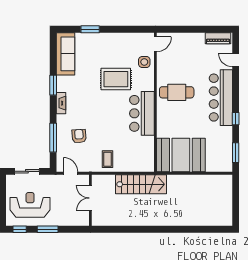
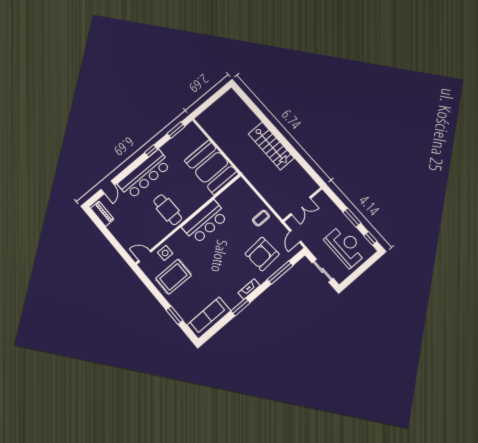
rug: (116, 79) -> (173, 277), moved, turned 90
armchair: (79, 136) -> (262, 254), width x1.88, depth x1.88
stairs: (141, 184) -> (271, 146), moved, turned 180
reception desk: (30, 205) -> (345, 246), turned 180

